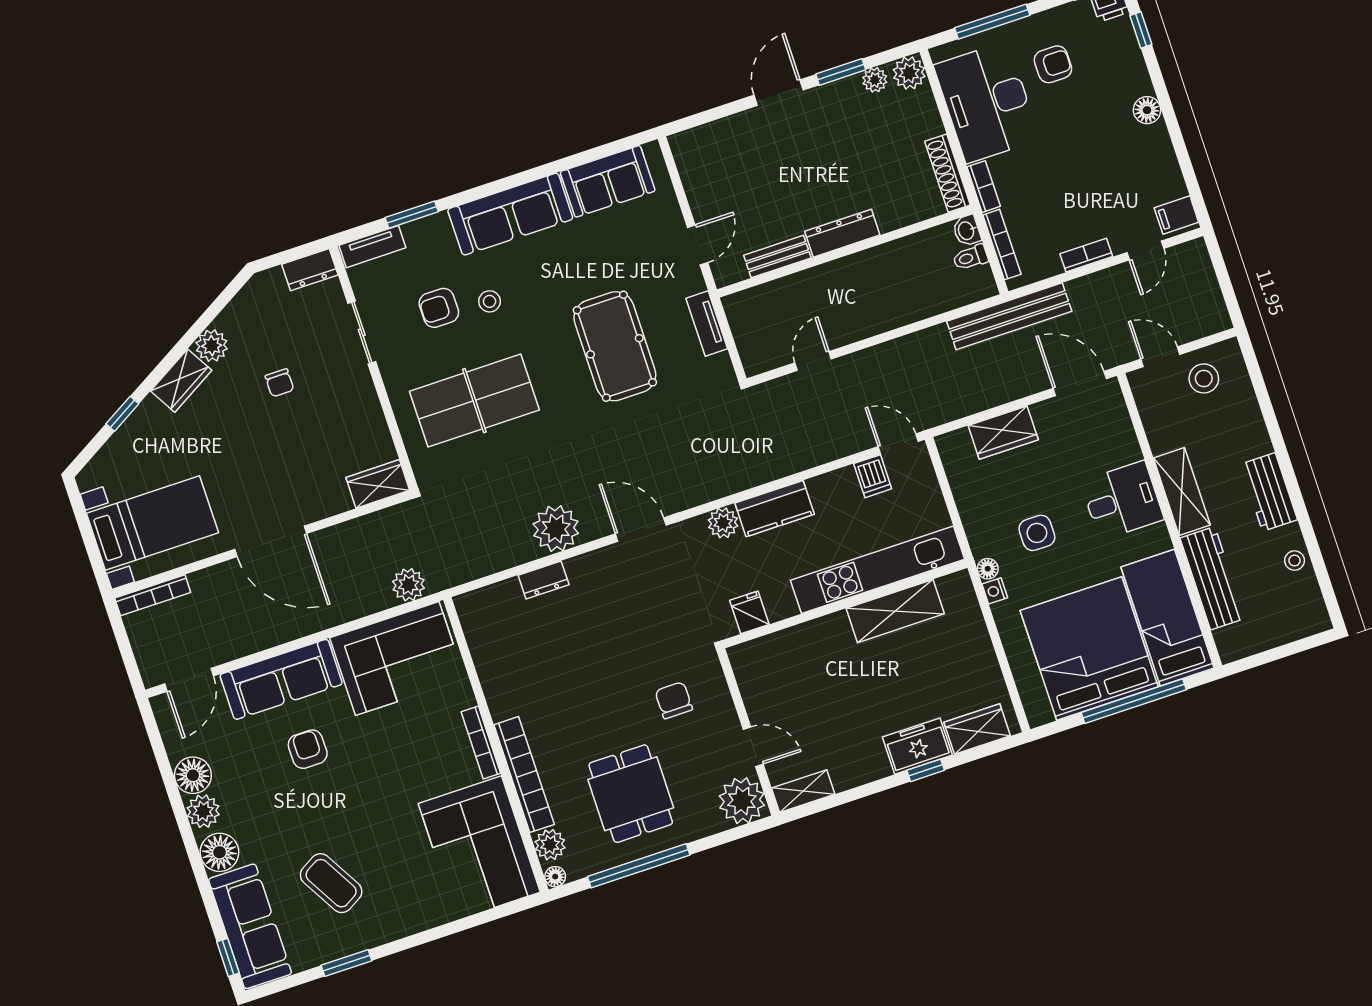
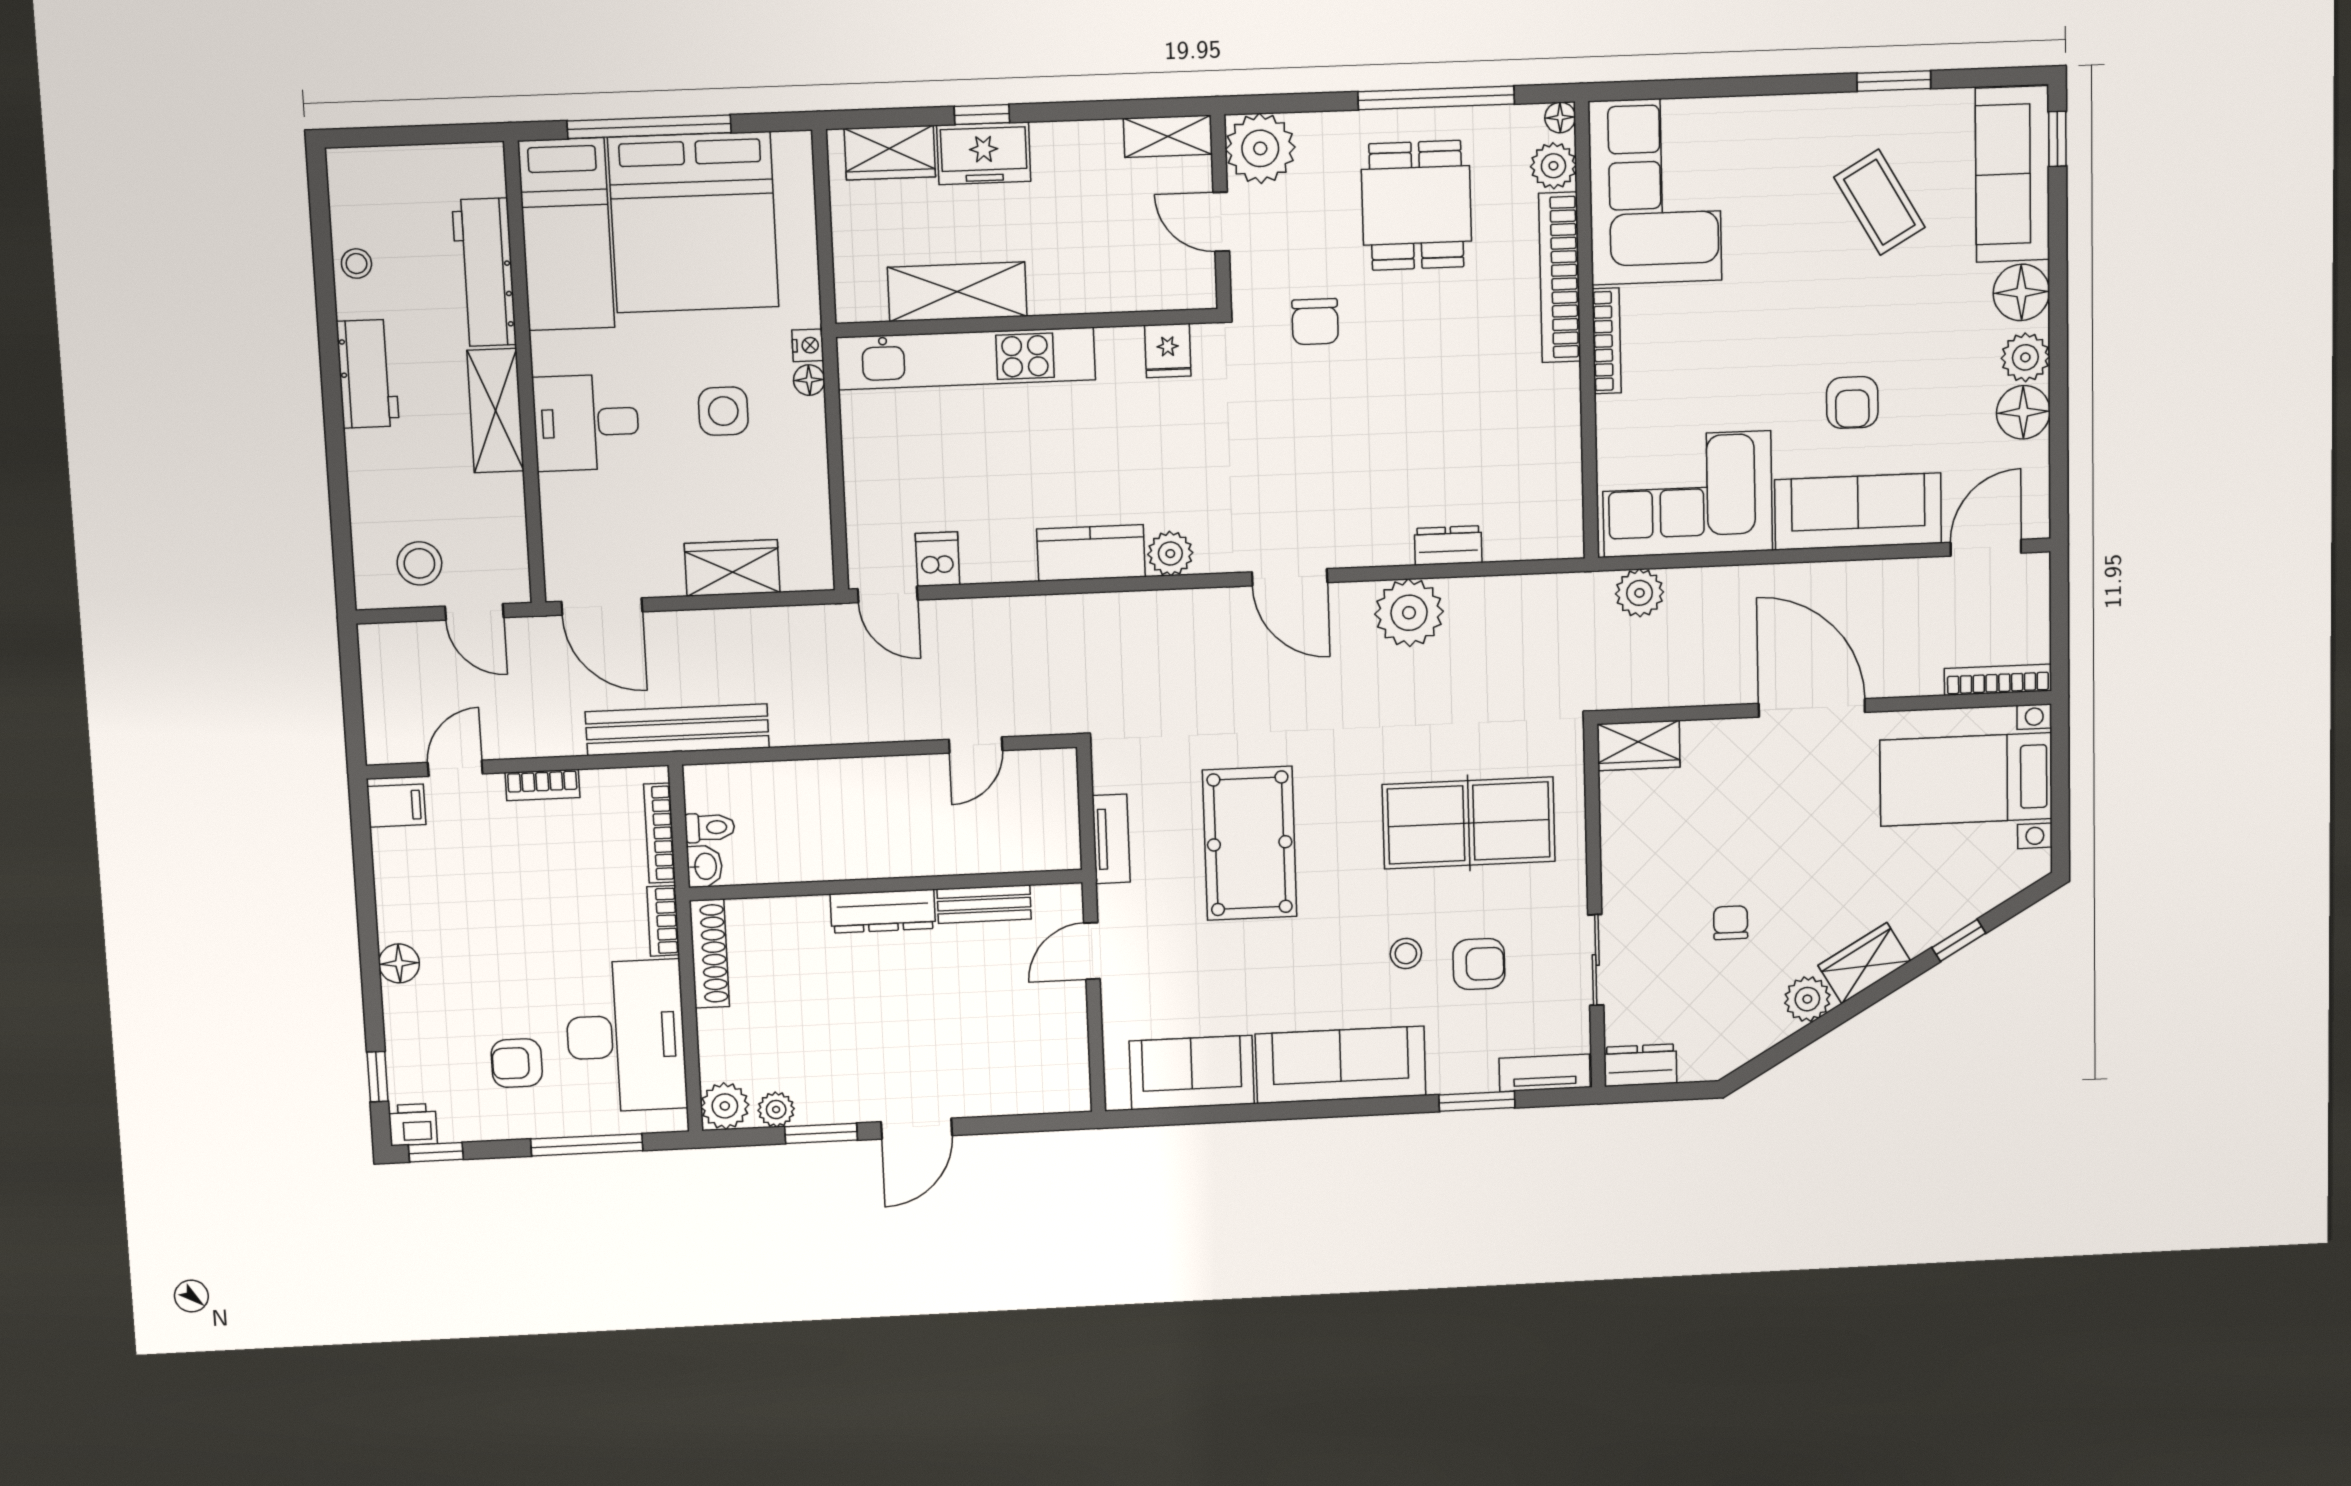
kitchen unit: (878, 570) -> (966, 359), moved
wall: (845, 604) -> (1027, 323), moved
shelving: (895, 611) -> (957, 292), moved
fridge: (749, 612) -> (1168, 351), moved

